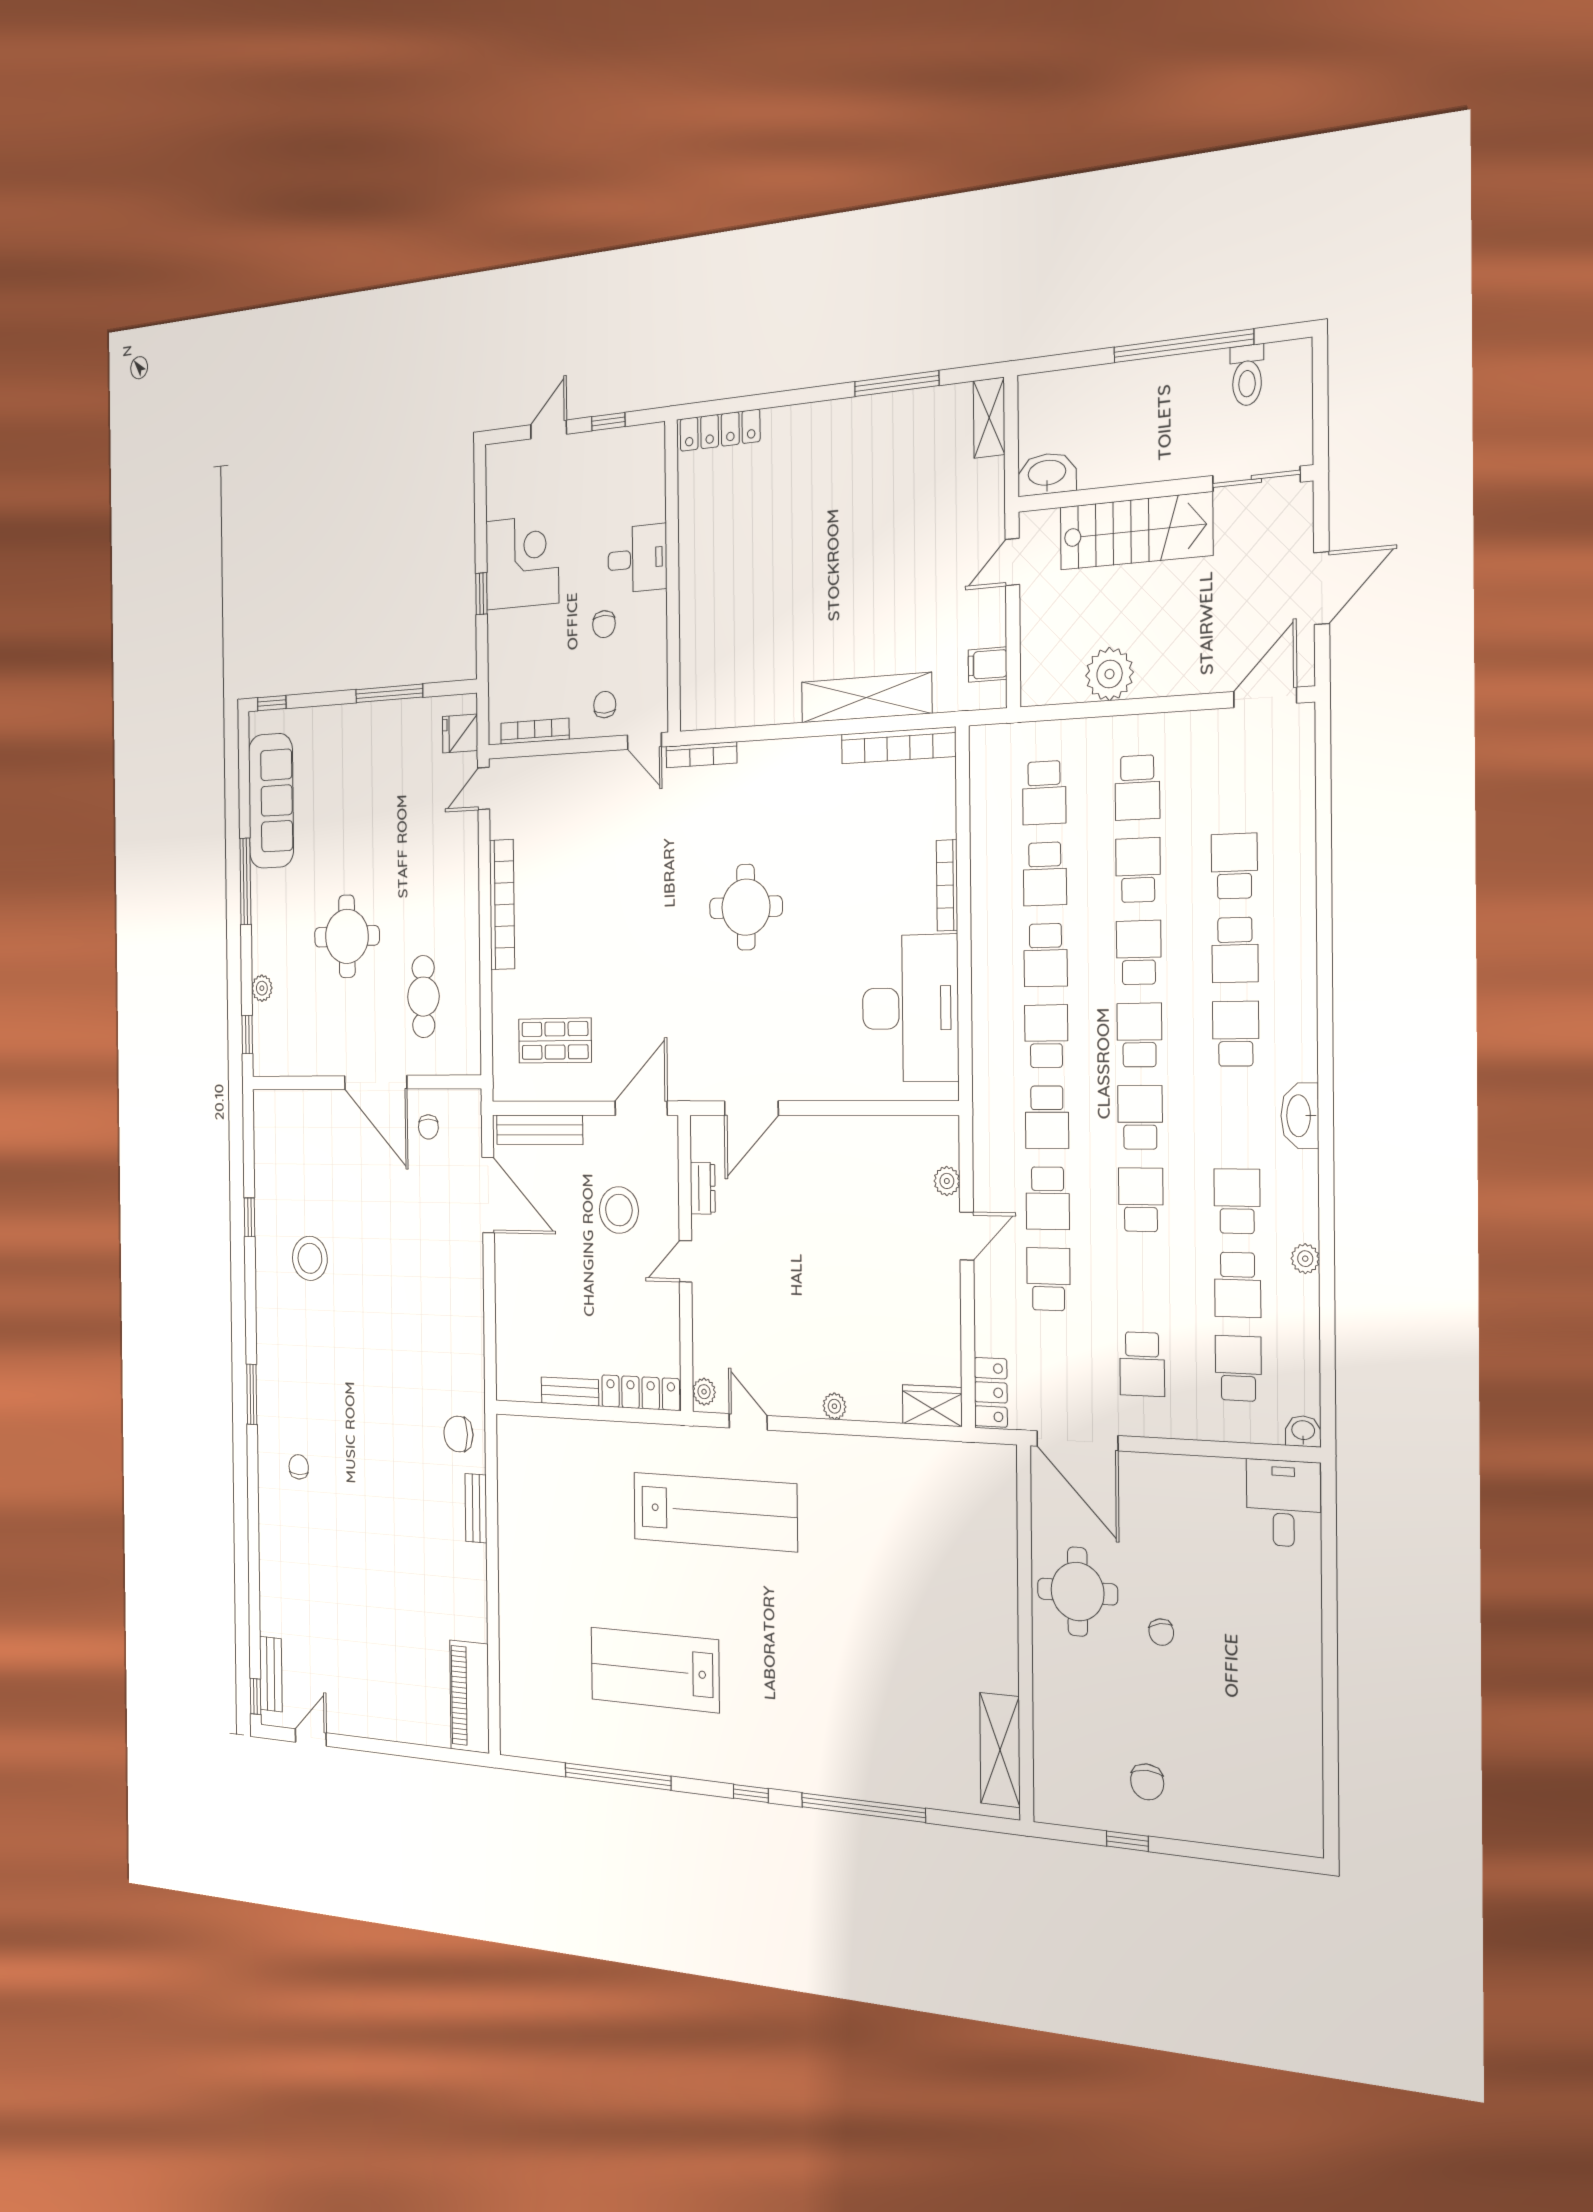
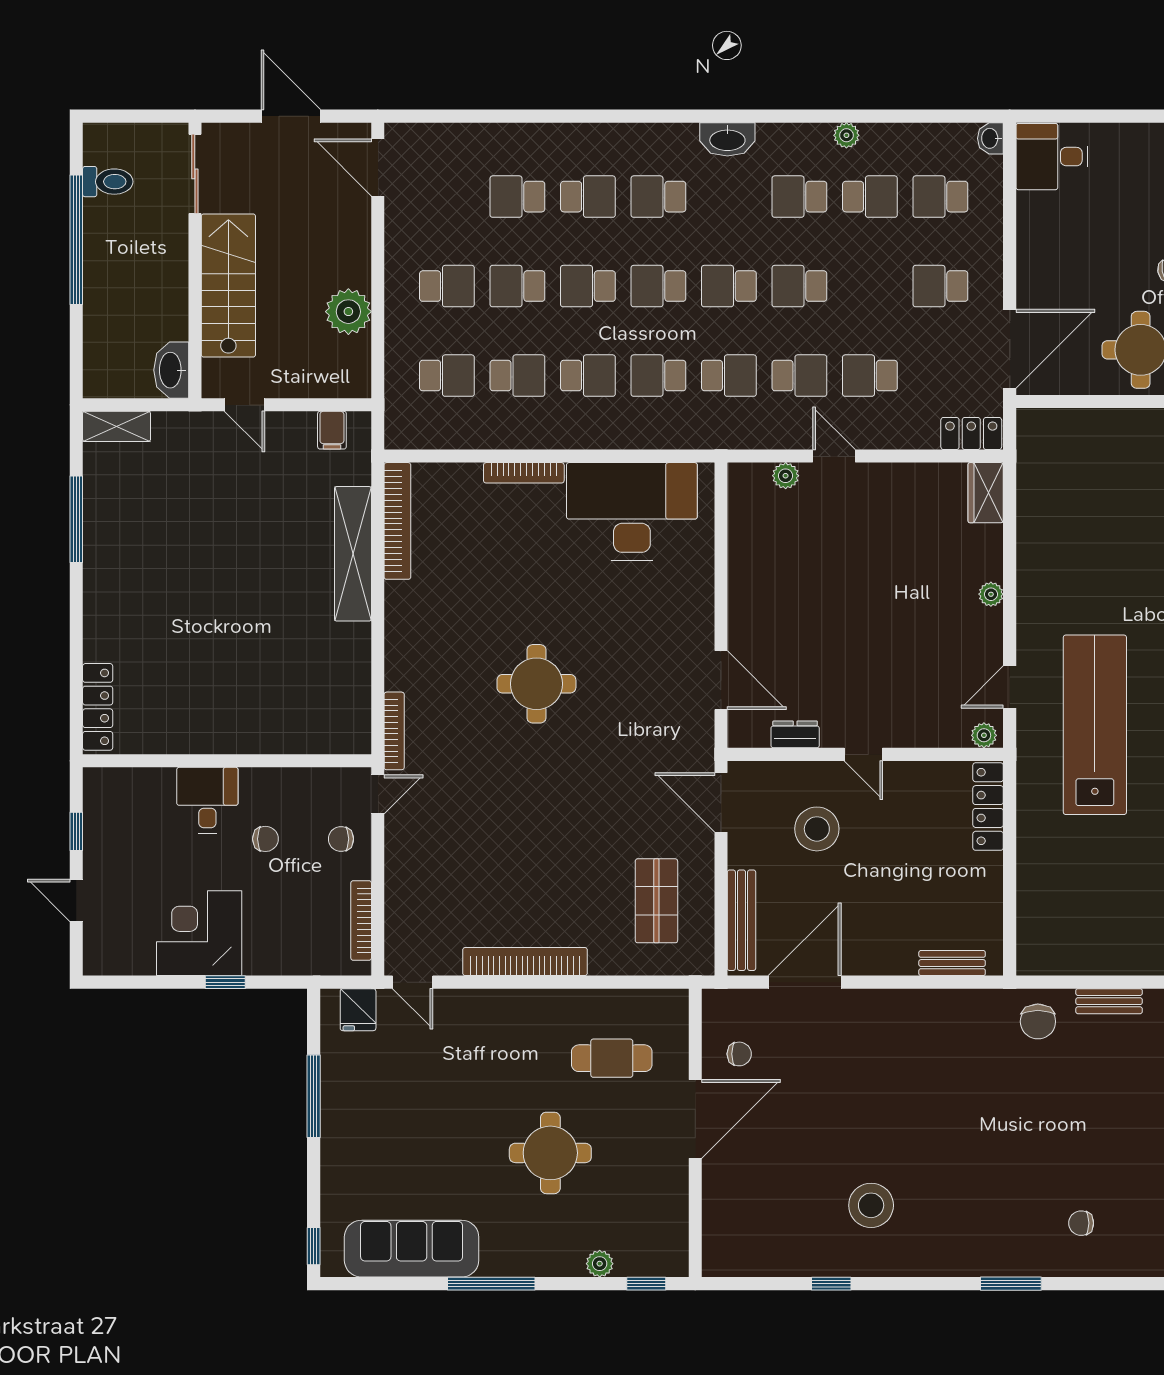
school desk: (1142, 1364) -> (940, 286), turned 180
bench: (570, 1392) -> (952, 963), moved, turned 90

